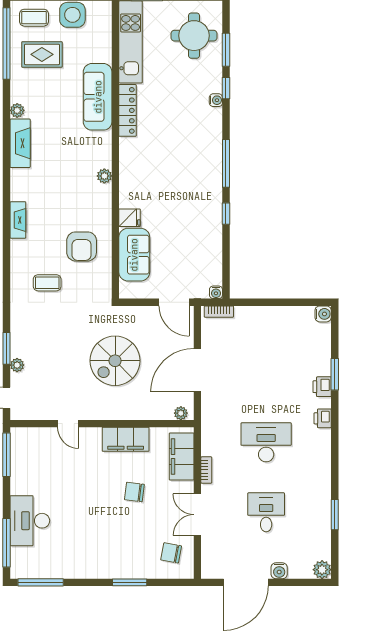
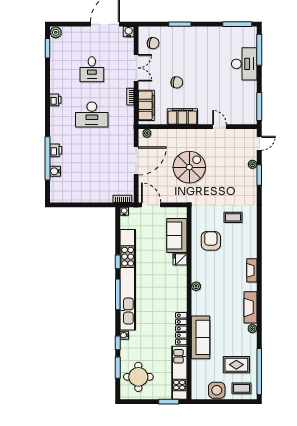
kitchen unit: (211, 186) -> (128, 280), added
fireplace: (18, 220) -> (252, 270), moved
water cooler: (323, 314) -> (55, 171), moved
window: (335, 374) -> (48, 158), width x2.11
printer: (323, 418) -> (55, 100), moved
window: (335, 515) -> (48, 48), moved
water cooler: (279, 571) -> (129, 32), moved

